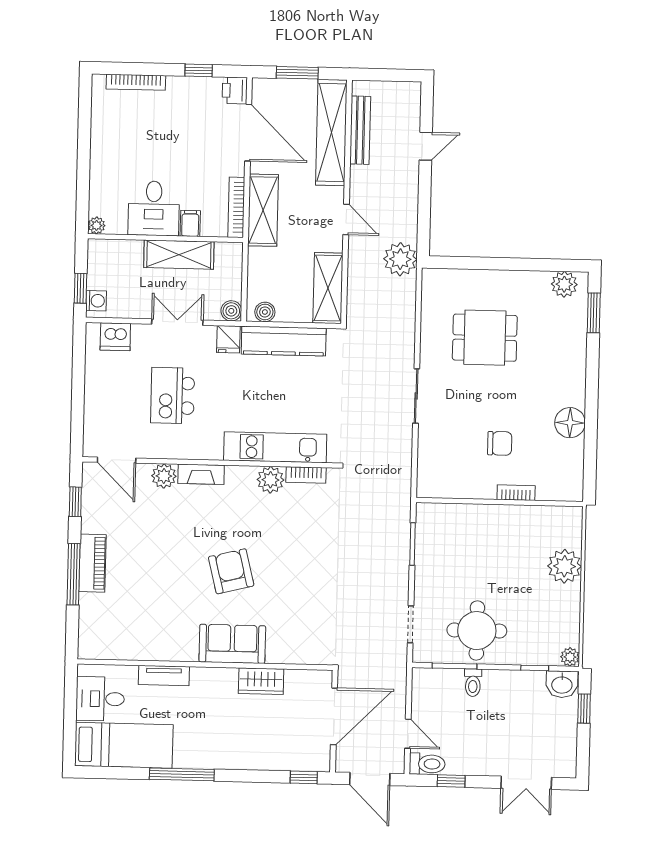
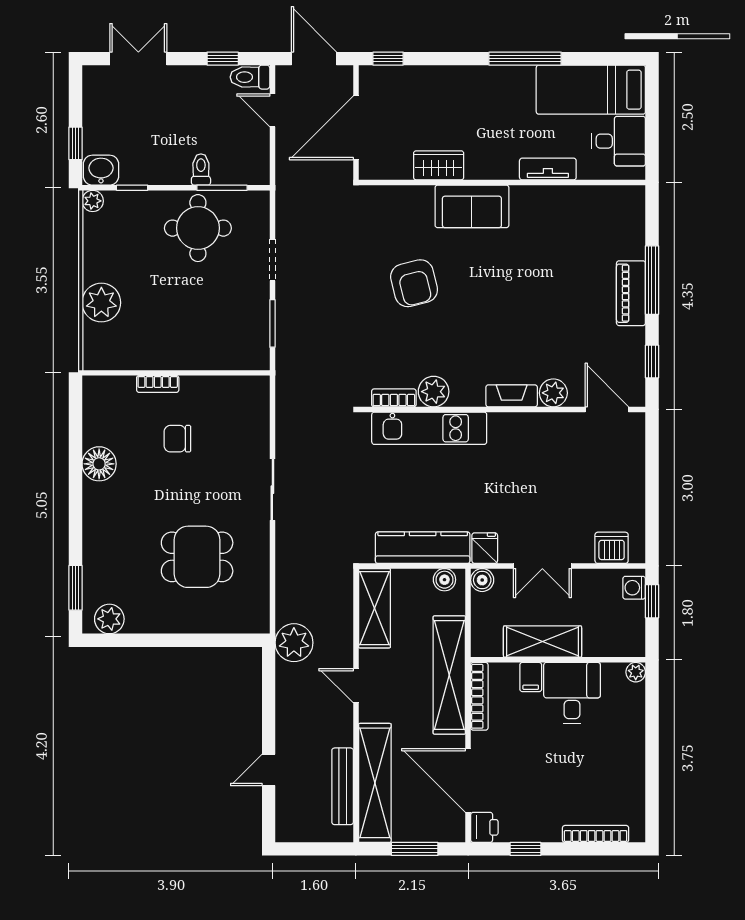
shelving: (263, 210) -> (449, 675), width x1.47
kitchen island: (173, 396) -> (546, 483), removed
armchair: (231, 571) -> (414, 283), moved
doorway: (411, 624) -> (272, 260), moved

